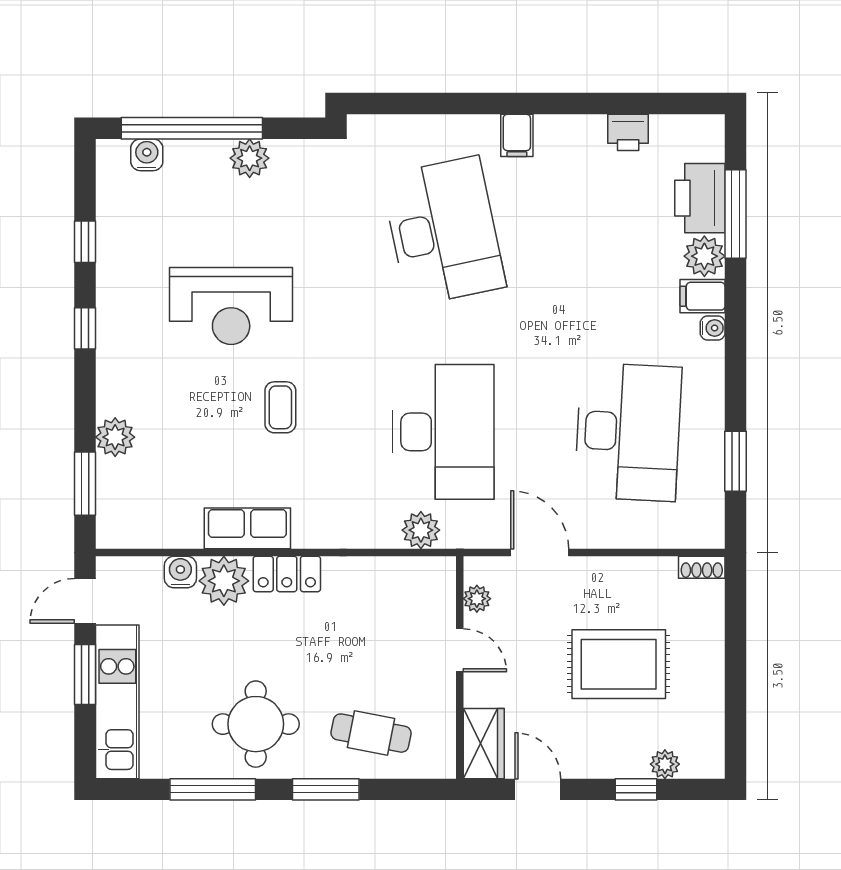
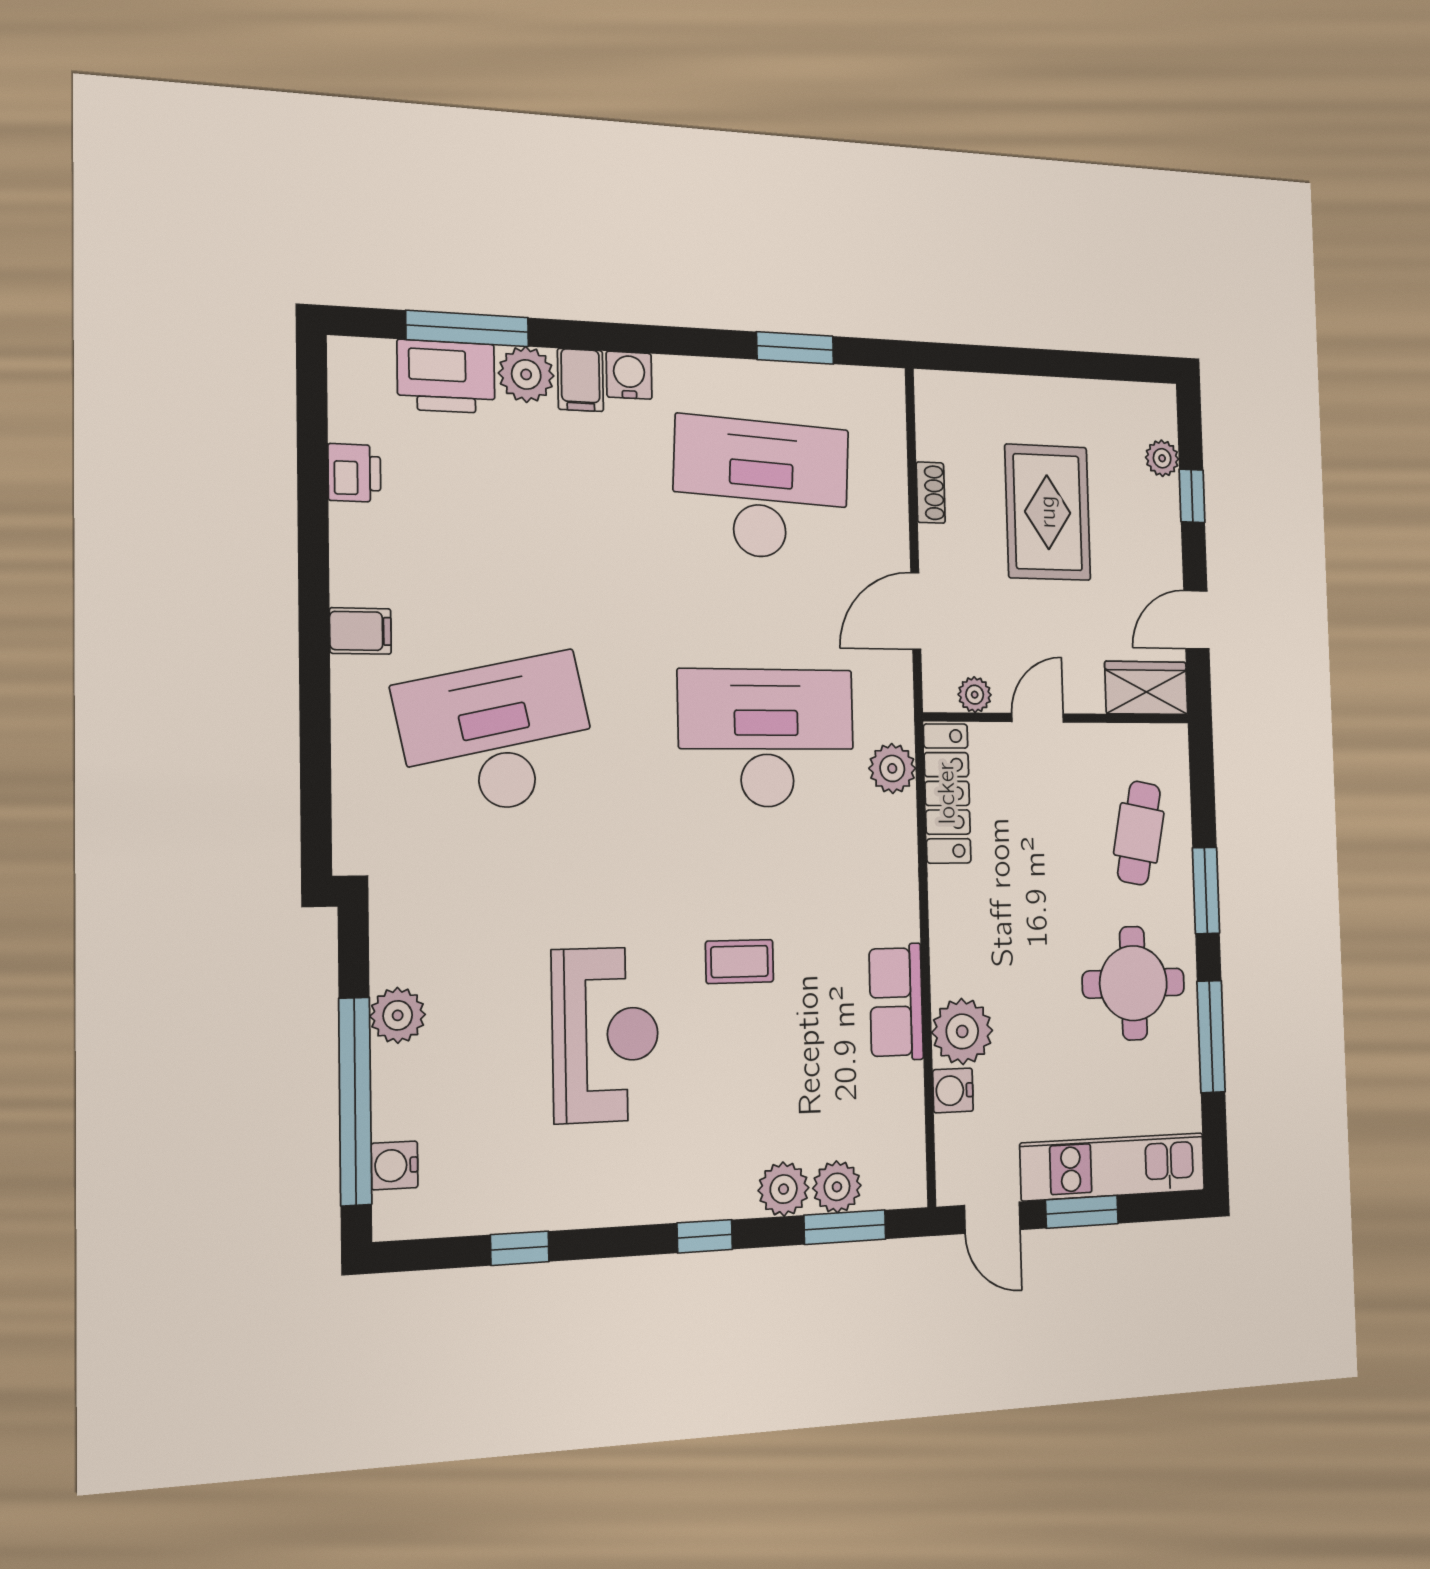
window: (85, 328) -> (705, 1236), moved
water cooler: (713, 328) -> (629, 375), width x1.38, depth x1.38
plant: (114, 478) -> (837, 1187), added
shoe rack: (702, 567) -> (931, 493), moved
locker: (287, 574) -> (947, 793), moved, width x1.53

